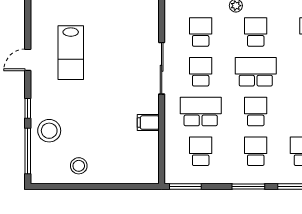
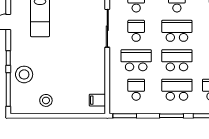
school desk: (256, 112) -> (177, 60), width x1.85
filing cabinet: (148, 123) -> (97, 100), moved
school desk: (256, 151) -> (177, 90), width x1.85

